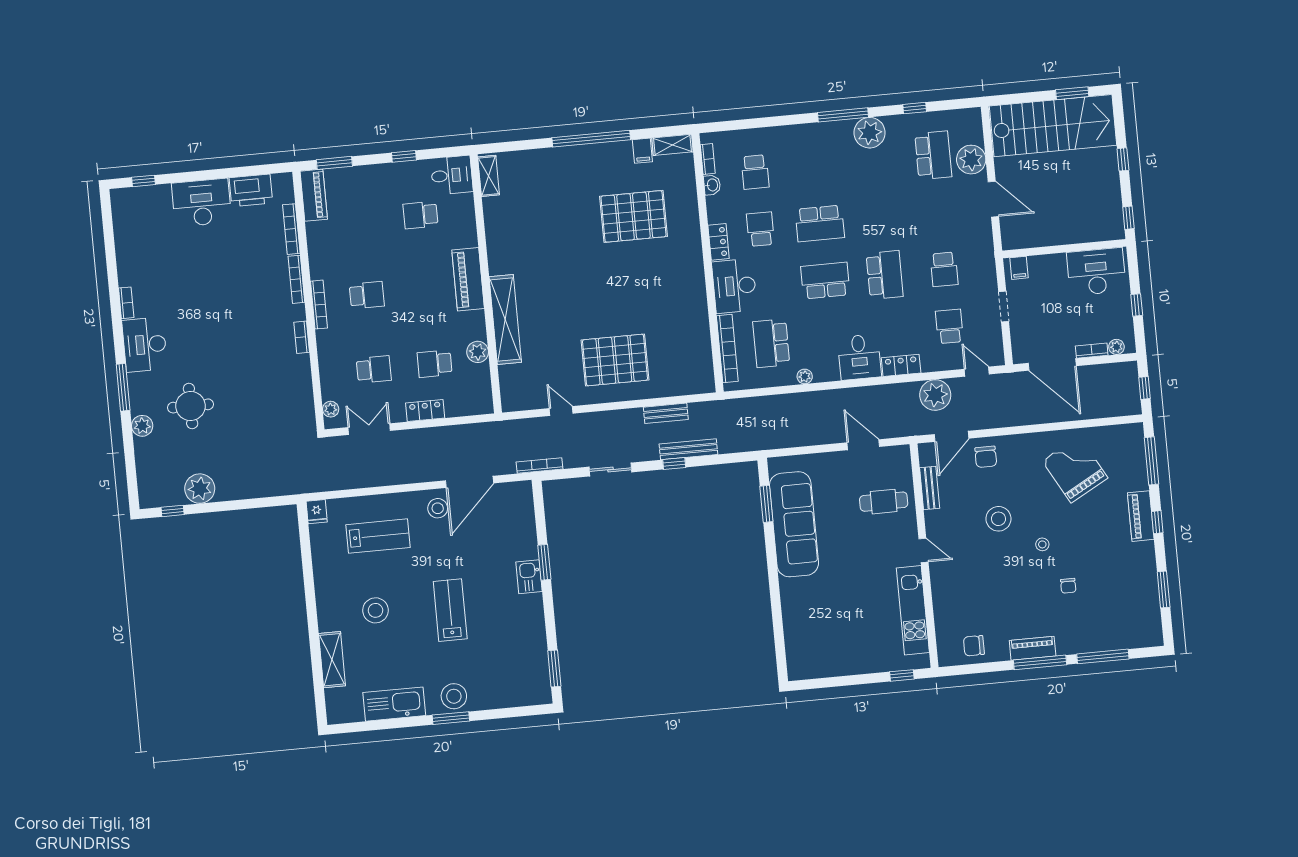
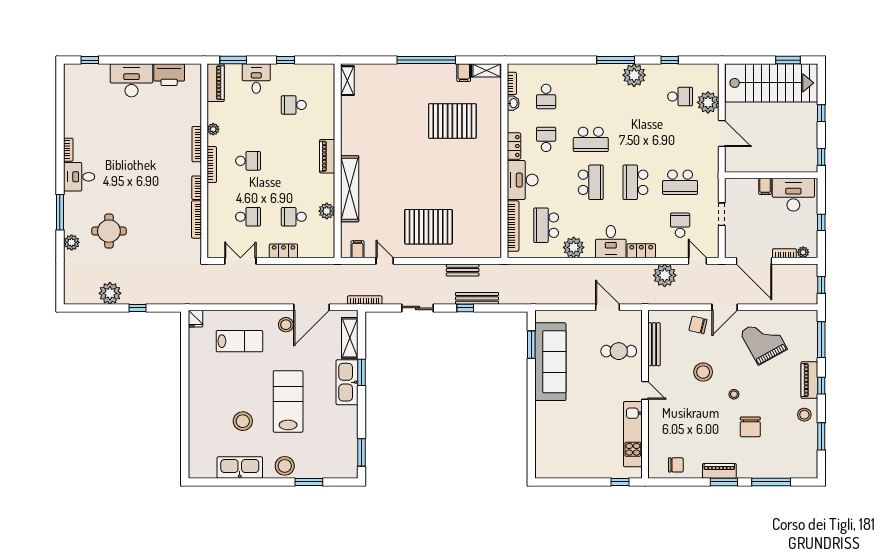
school desk: (933, 155) -> (680, 96), width x0.54
desk: (452, 175) -> (256, 79), moved, turned -90
bookcase: (291, 229) -> (197, 219), moved
filing cabinet: (1019, 268) -> (765, 186), moved
school desk: (944, 269) -> (680, 182), width x1.85
school desk: (885, 275) -> (635, 182), turned 180
piano: (468, 279) -> (327, 156), width x0.73, depth x0.75
school desk: (825, 281) -> (591, 182), turned 90
desk: (145, 345) -> (79, 177), width x0.73
plant: (805, 377) -> (574, 247), width x1.88, depth x1.88
filing cabinet: (523, 399) -> (357, 249), added
plant: (331, 409) -> (213, 129), moved
door: (951, 436) -> (725, 307), moved
chair: (986, 457) -> (698, 325), turned 103
bench: (930, 488) -> (654, 344), width x1.36
window: (173, 511) -> (138, 308), moved
stool: (1139, 563) -> (804, 415), added
kitchen sink: (529, 577) -> (347, 382), width x1.88, depth x1.24
chair: (1068, 586) -> (750, 427), width x1.87, depth x1.87
stool: (375, 610) -> (243, 421), moved
lab bench: (450, 610) -> (288, 401), width x1.36, depth x1.39
chair: (974, 646) -> (676, 465), turned 180
shelving: (332, 660) -> (350, 338), moved
window: (1040, 662) -> (724, 482), width x0.69
window: (451, 718) -> (309, 482), moved

